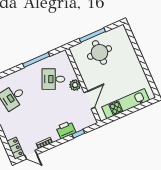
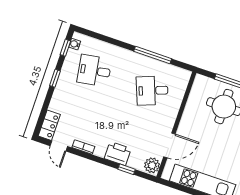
desk: (53, 79) -> (152, 91), turned -45
plant: (75, 85) -> (152, 165), moved

